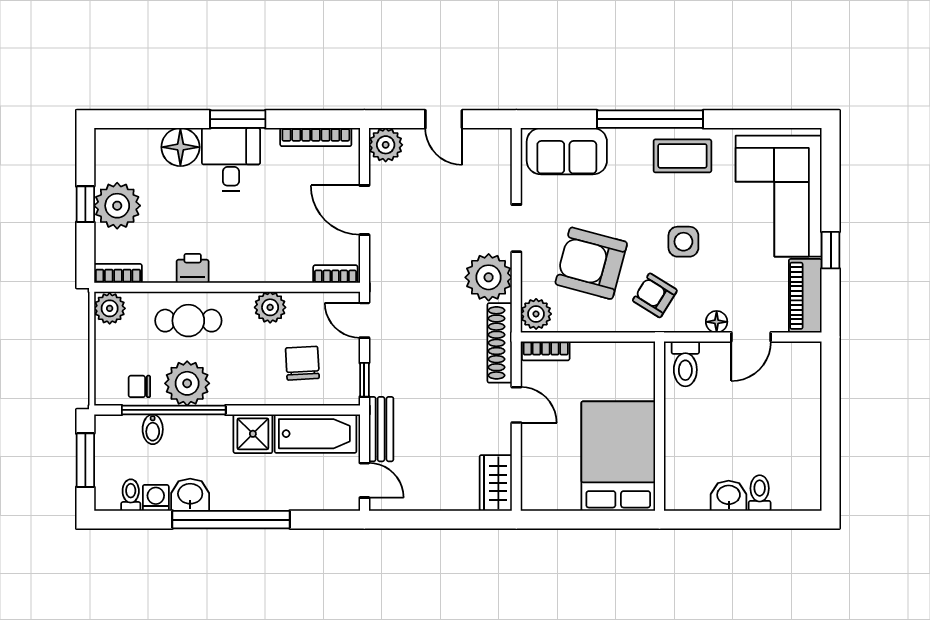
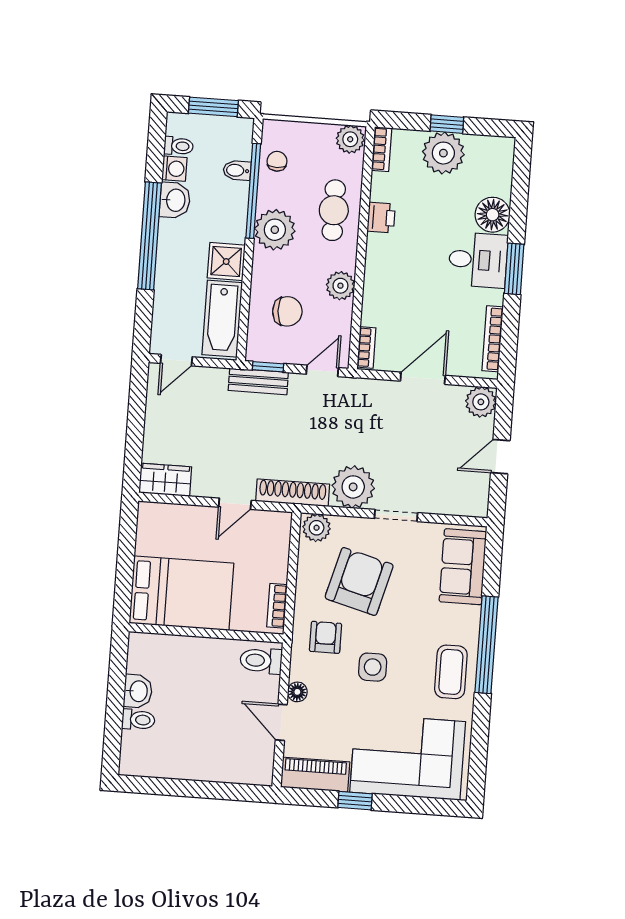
armchair: (655, 295) -> (325, 637), turned -32
bookcase: (546, 351) -> (277, 606), moved
plant: (187, 383) -> (275, 230), moved
bench: (381, 429) -> (258, 381), moved

